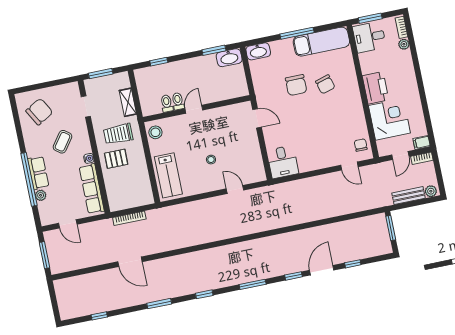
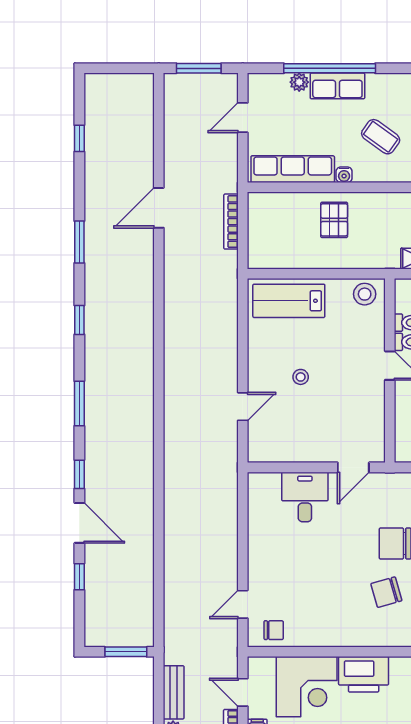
trolley: (118, 134) -> (375, 232), removed
desk: (283, 162) -> (305, 497), moved, turned 90

